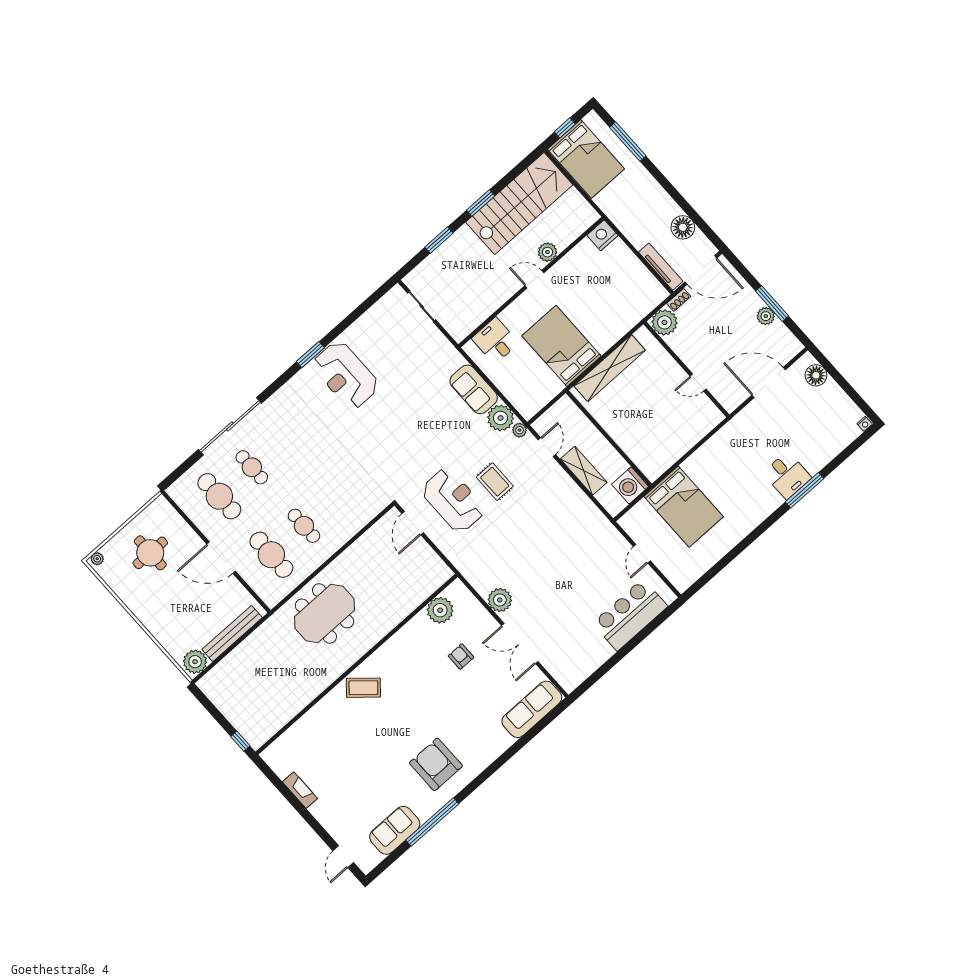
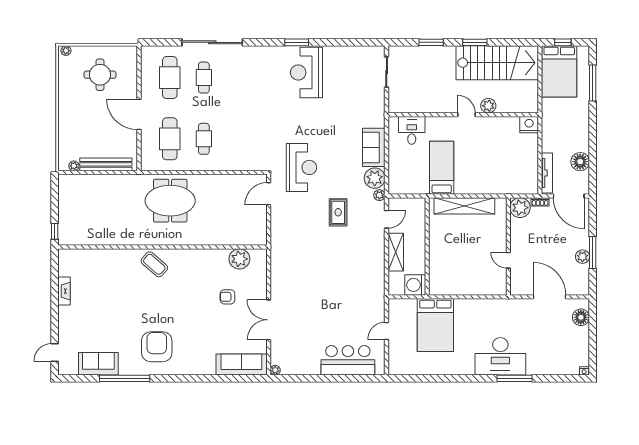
bed: (562, 346) -> (442, 168), width x0.67
desk: (787, 475) -> (500, 356), width x1.87, depth x1.30
reception desk: (453, 500) -> (301, 167), moved
plant: (500, 600) -> (275, 370), moved, width x0.53, depth x0.53
armchair: (461, 657) -> (227, 297), turned -90
plant: (195, 662) -> (74, 166), width x0.53, depth x0.53

